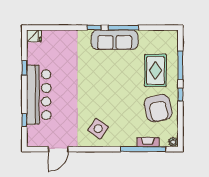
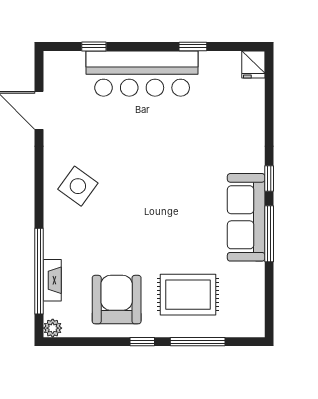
armchair: (158, 108) -> (117, 300), turned 102

